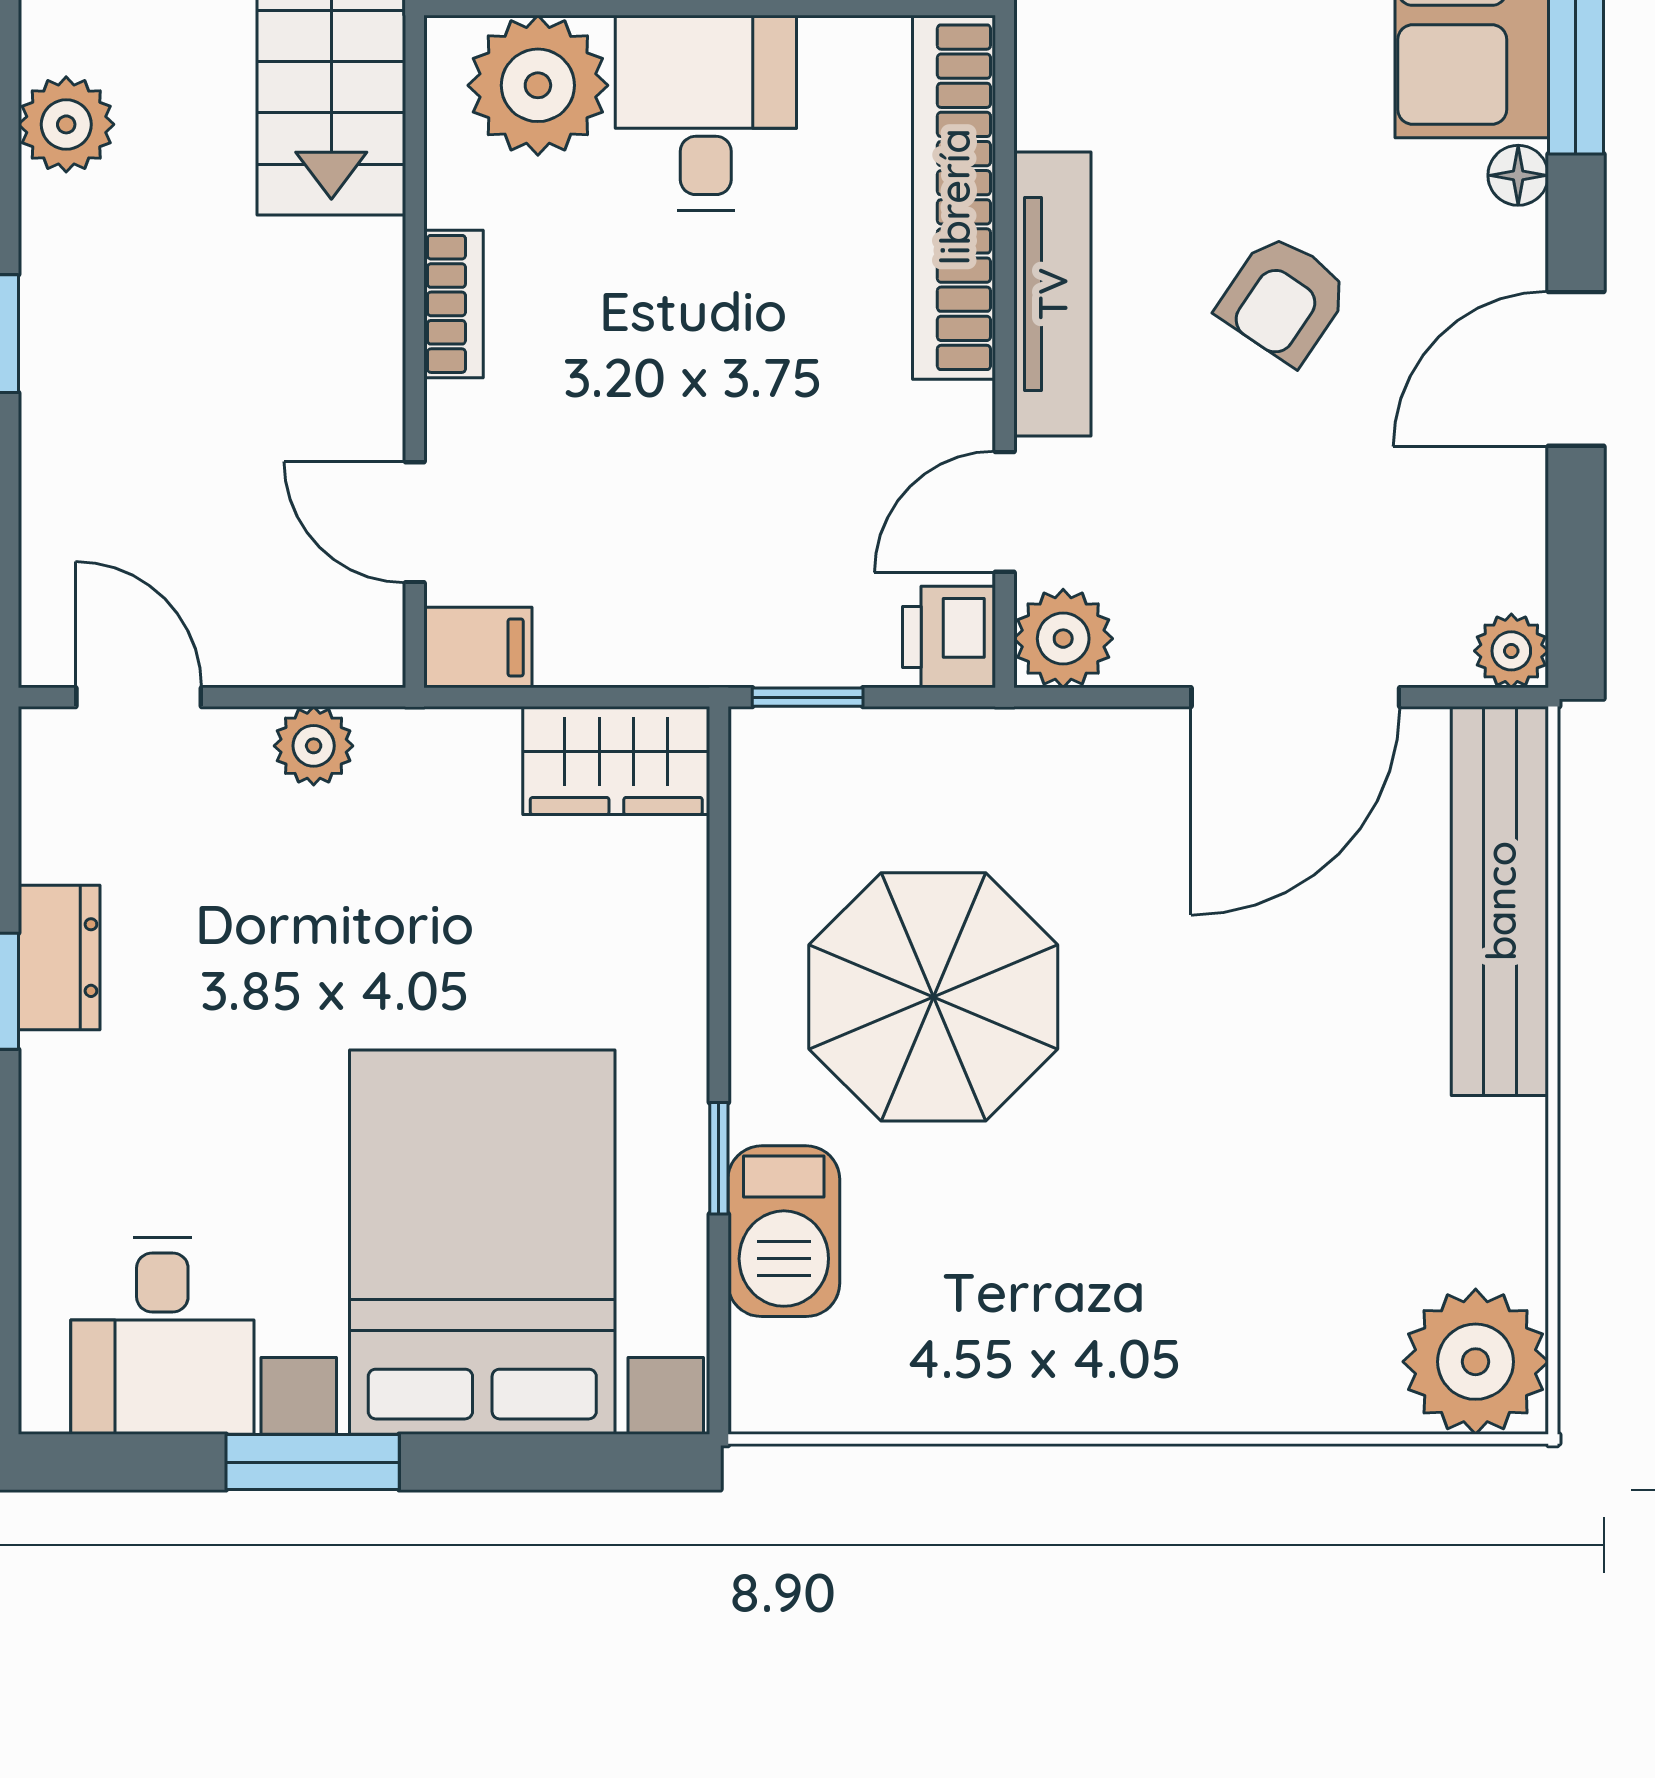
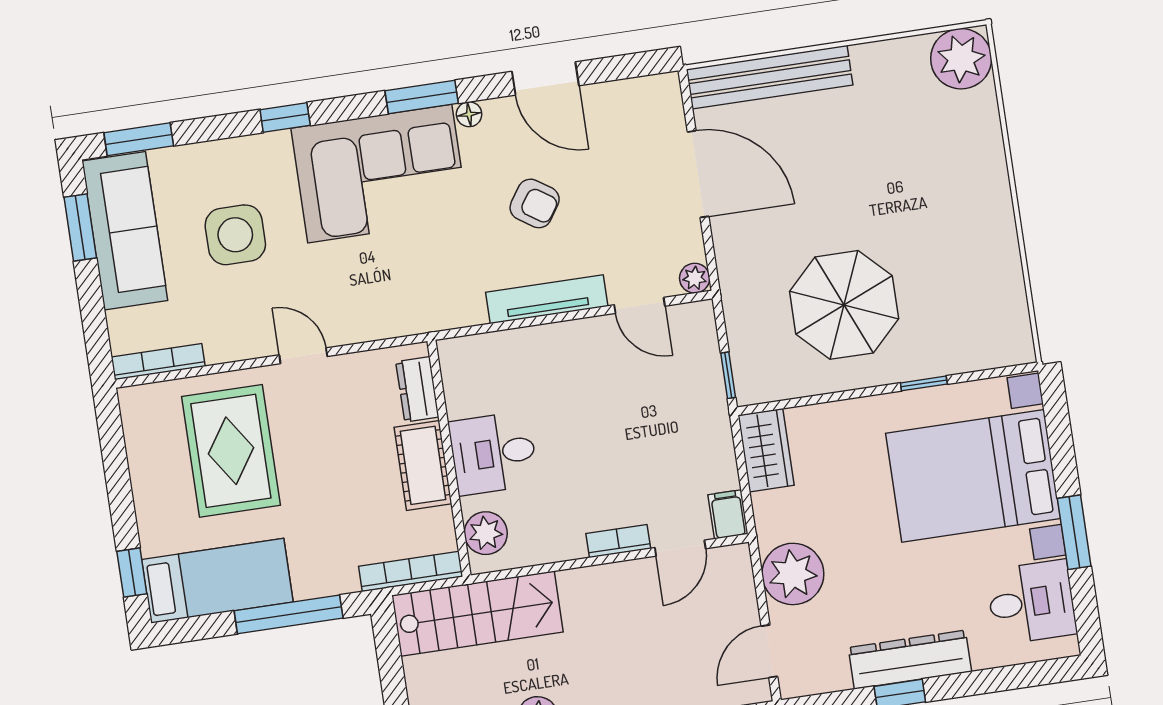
plant: (538, 85) -> (486, 533), width x0.73, depth x0.73
bookcase: (954, 197) -> (513, 346), removed
bookcase: (454, 304) -> (618, 541), moved
printer: (949, 637) -> (695, 321), removed
plant: (1063, 639) -> (695, 278), width x0.73, depth x0.73
plant: (1511, 651) -> (666, 88), removed
plant: (314, 746) -> (793, 574), width x1.88, depth x1.88
dresser: (59, 958) -> (910, 660), width x1.96, depth x1.24
barbecue: (784, 1231) -> (950, 352), removed

